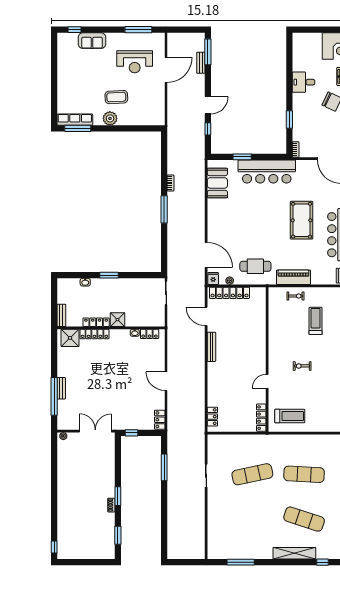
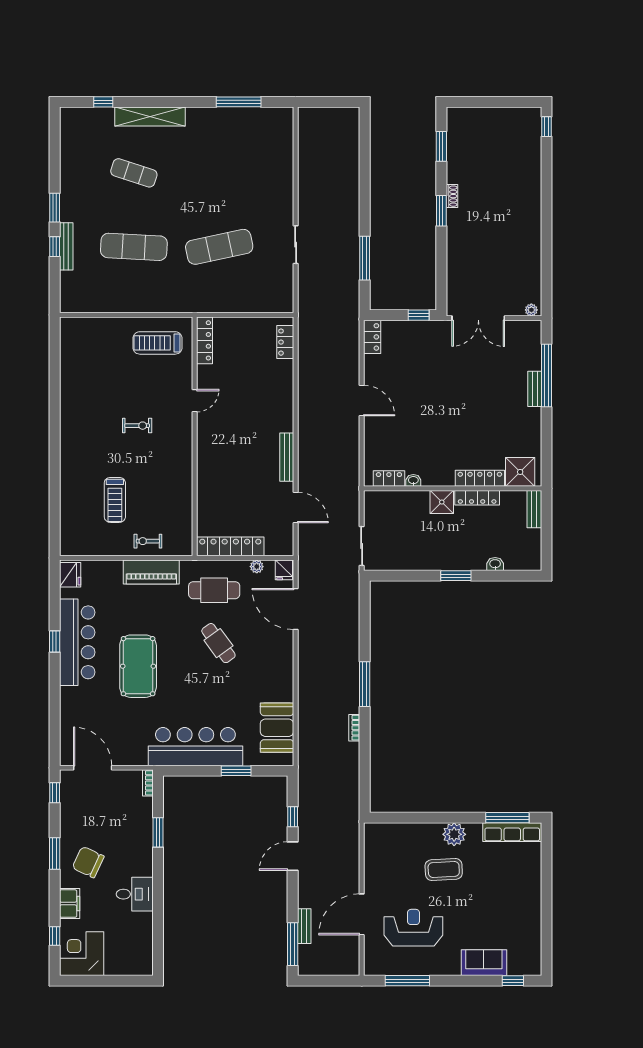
cafe table: (253, 234) -> (218, 643), added
locker: (229, 293) -> (230, 546), moved
exercise mat: (304, 519) -> (134, 173), width x0.73, depth x0.69

